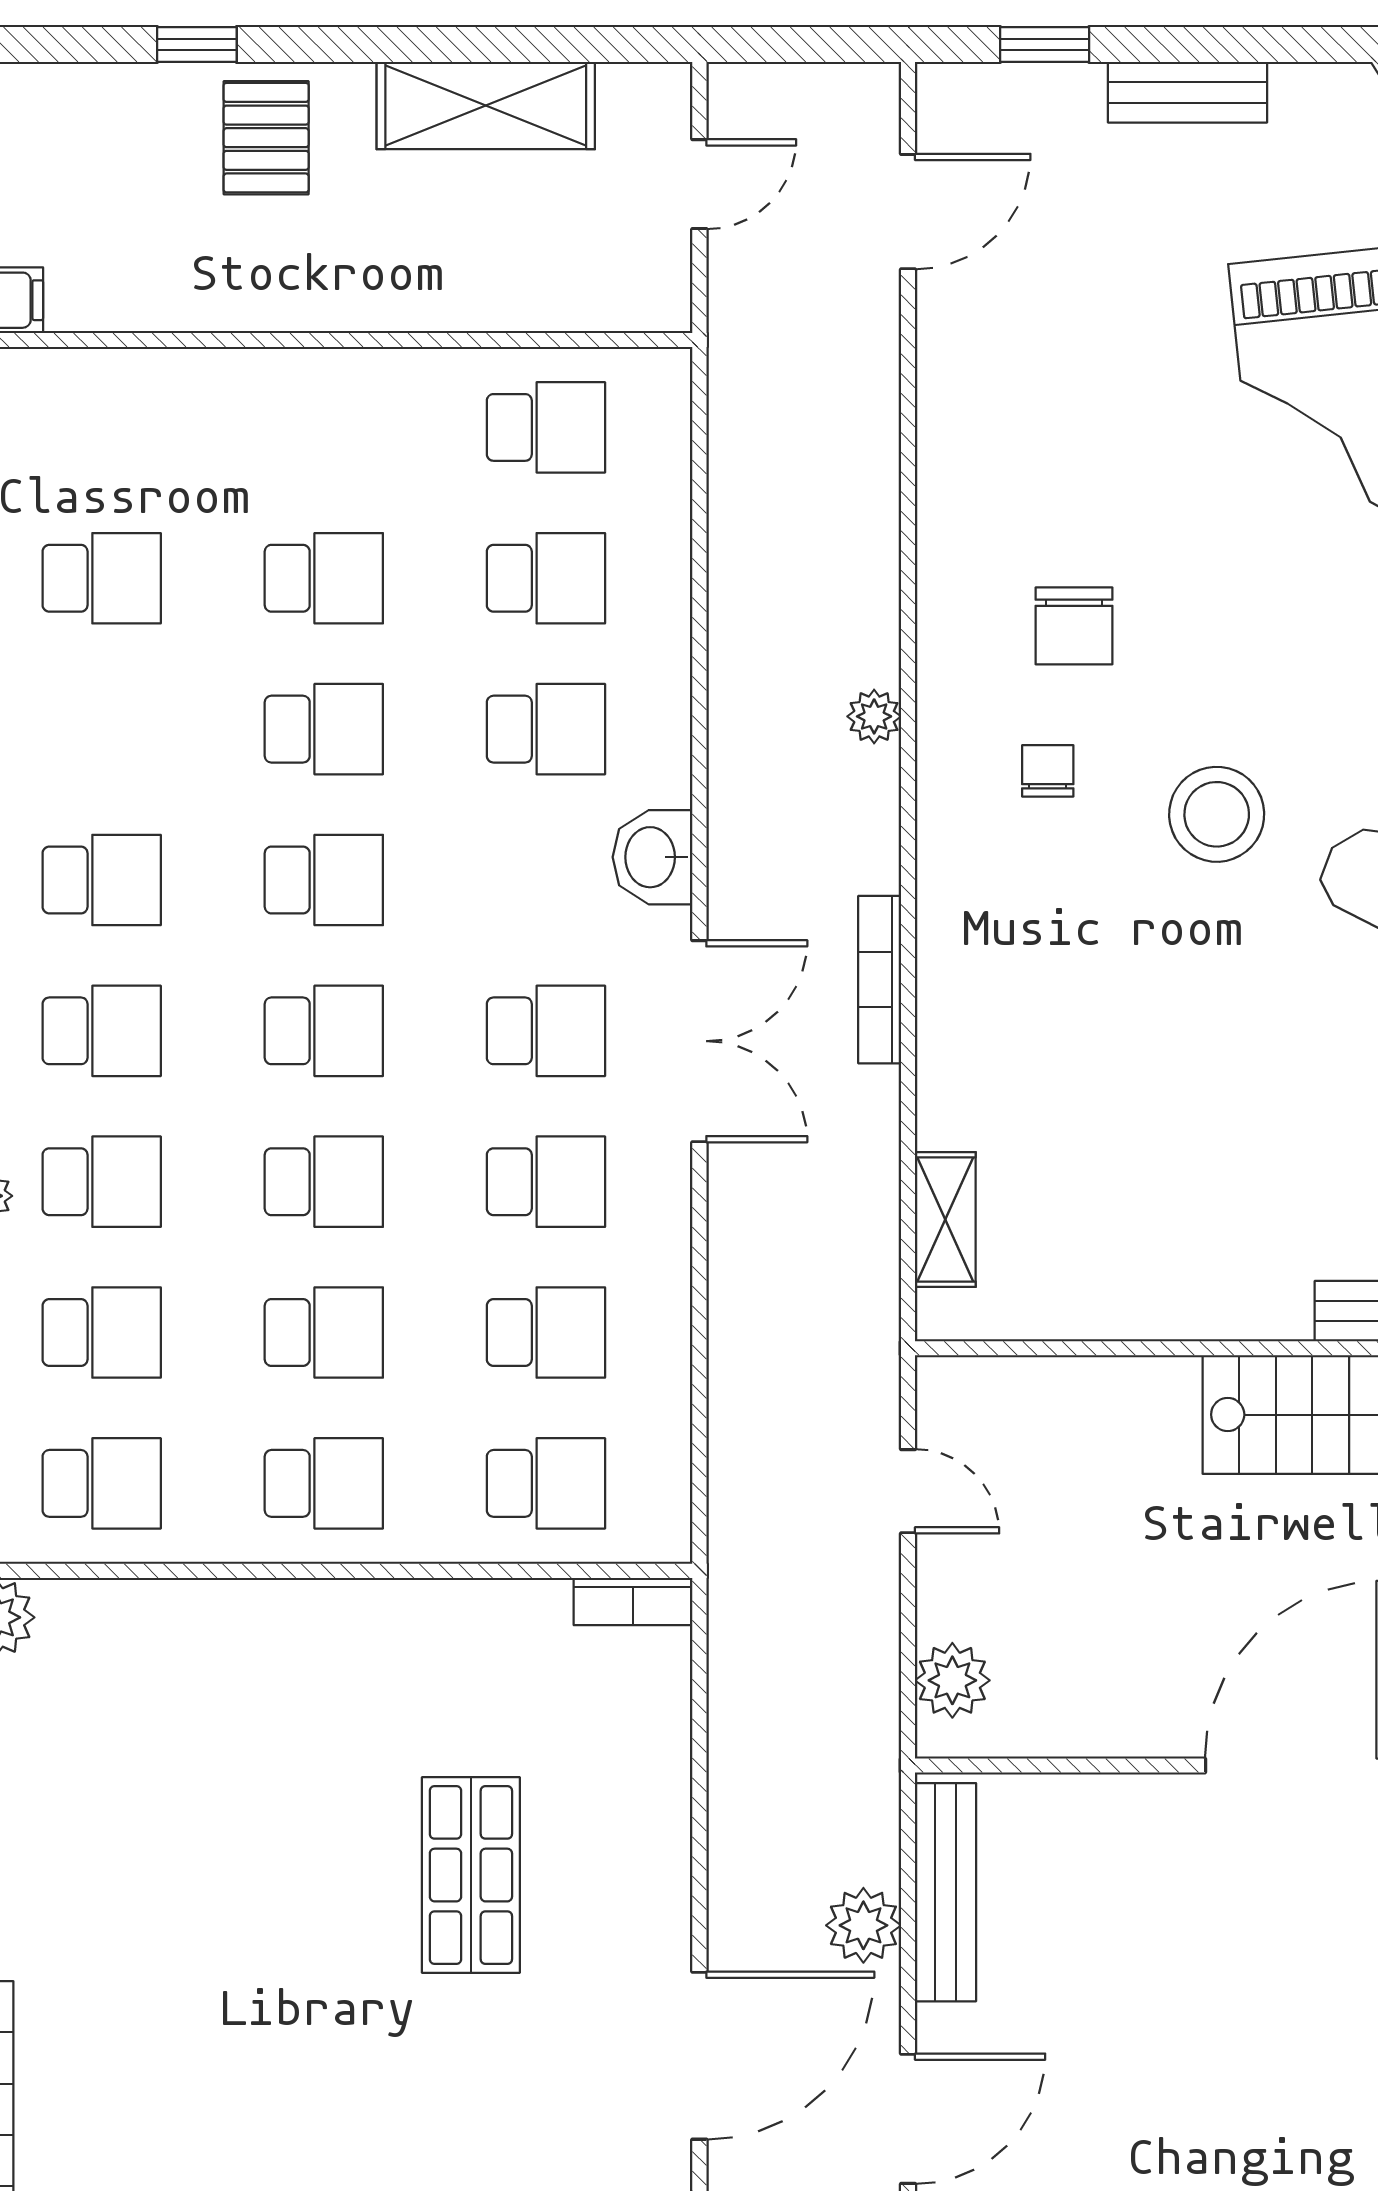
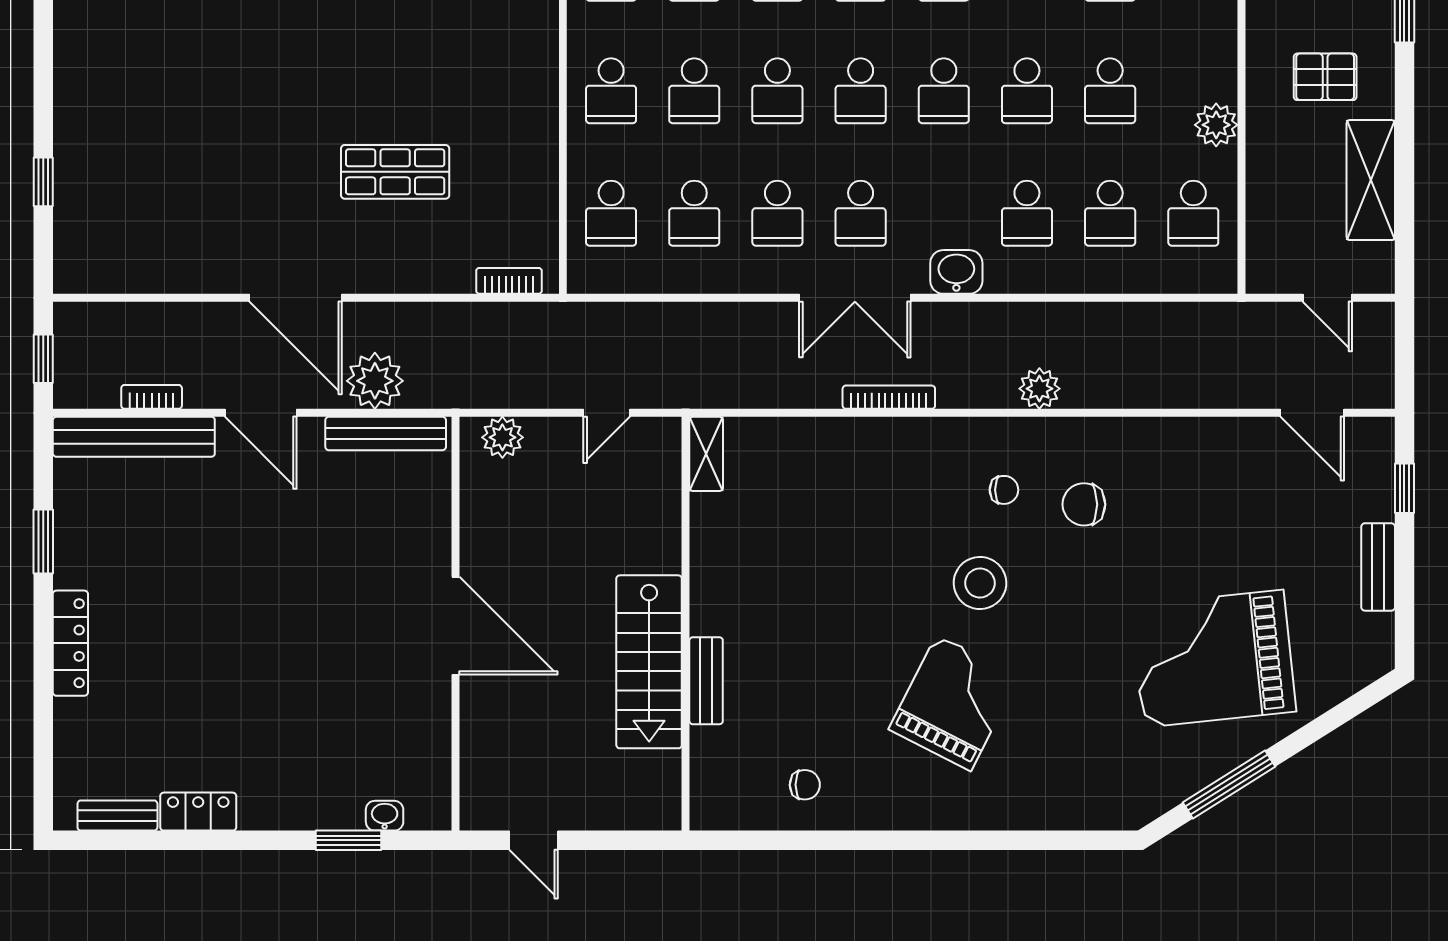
pallet: (266, 138) -> (1325, 77), moved
plant: (386, 386) -> (1216, 125), added
plant: (874, 716) -> (1039, 389), width x1.38, depth x1.38
shelving: (945, 1220) -> (706, 454), moved, turned 90
bookcase: (633, 1602) -> (509, 281), moved, turned 90
plant: (863, 1925) -> (375, 381), width x1.36, depth x1.36

